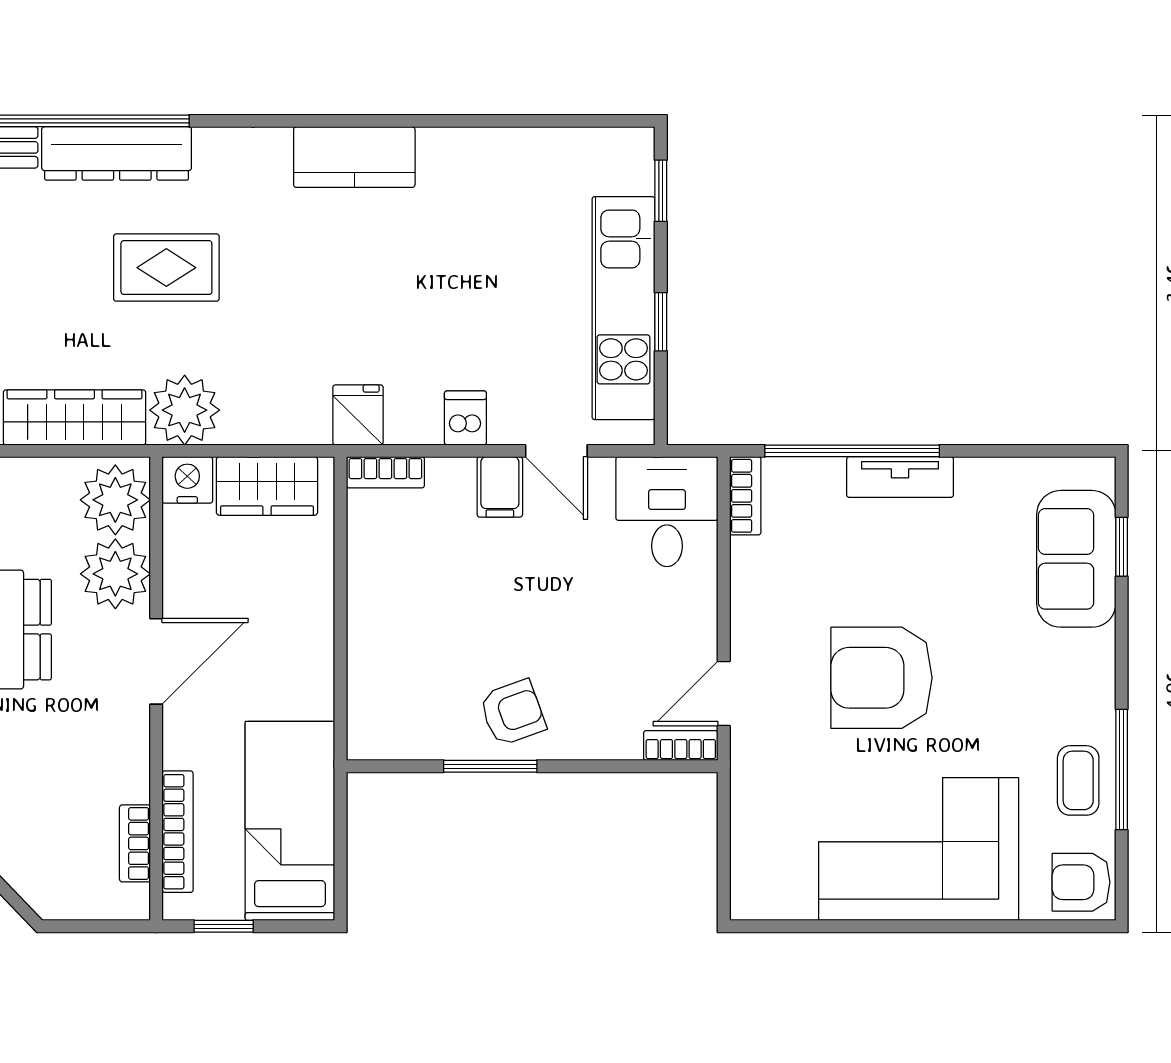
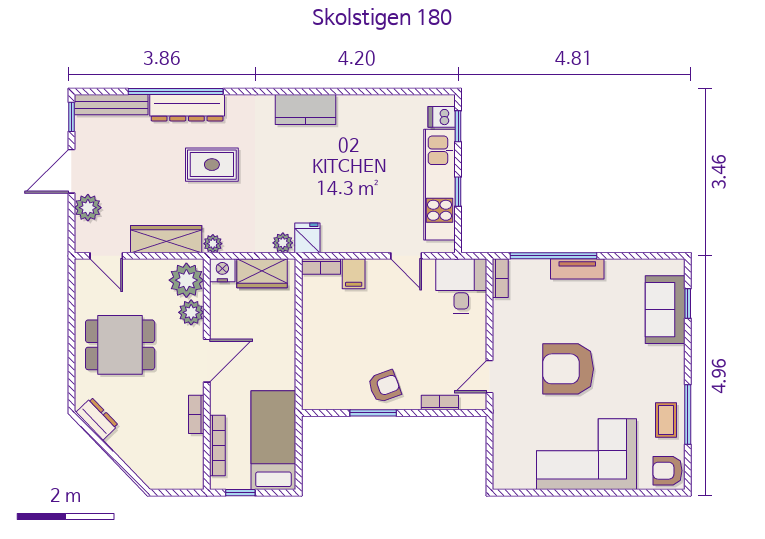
plant: (185, 410) -> (213, 244), width x0.53, depth x0.53
dishwasher: (465, 418) -> (442, 117), moved, turned -90
plant: (309, 425) -> (283, 243), added
filing cabinet: (500, 487) -> (354, 274), moved
plant: (115, 574) -> (191, 312), width x0.73, depth x0.73
bookcase: (681, 745) -> (440, 403), moved
bookcase: (135, 843) -> (196, 414), moved

